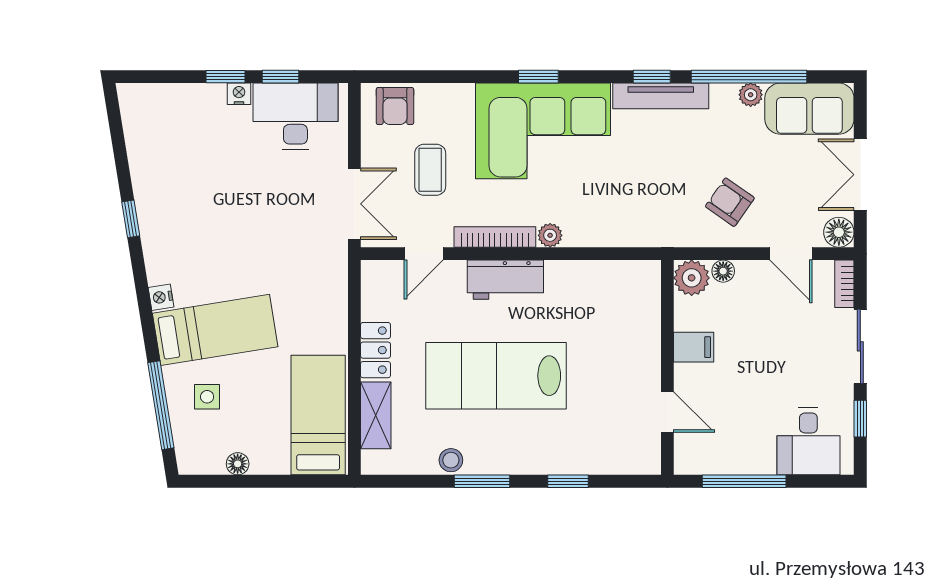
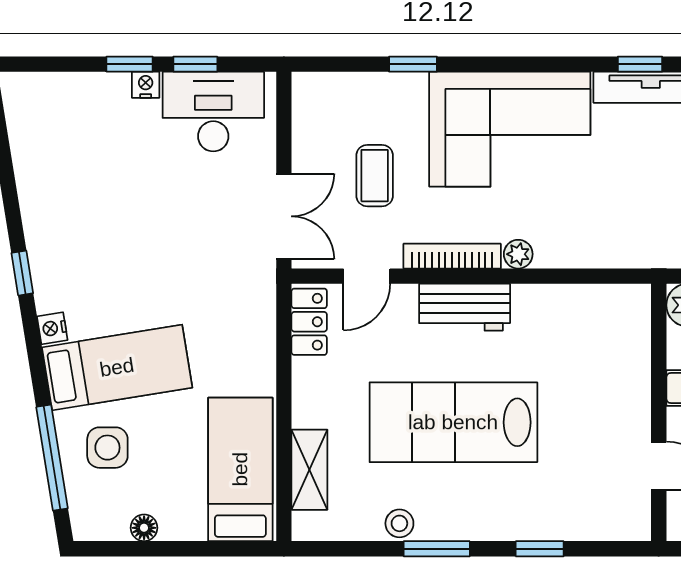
window: (538, 77) -> (413, 64), moved
armchair: (395, 106) -> (332, 99), removed
window: (131, 219) -> (22, 273), moved
locker: (376, 350) -> (309, 322), moved
side table: (207, 397) -> (107, 448), width x1.37, depth x1.37

